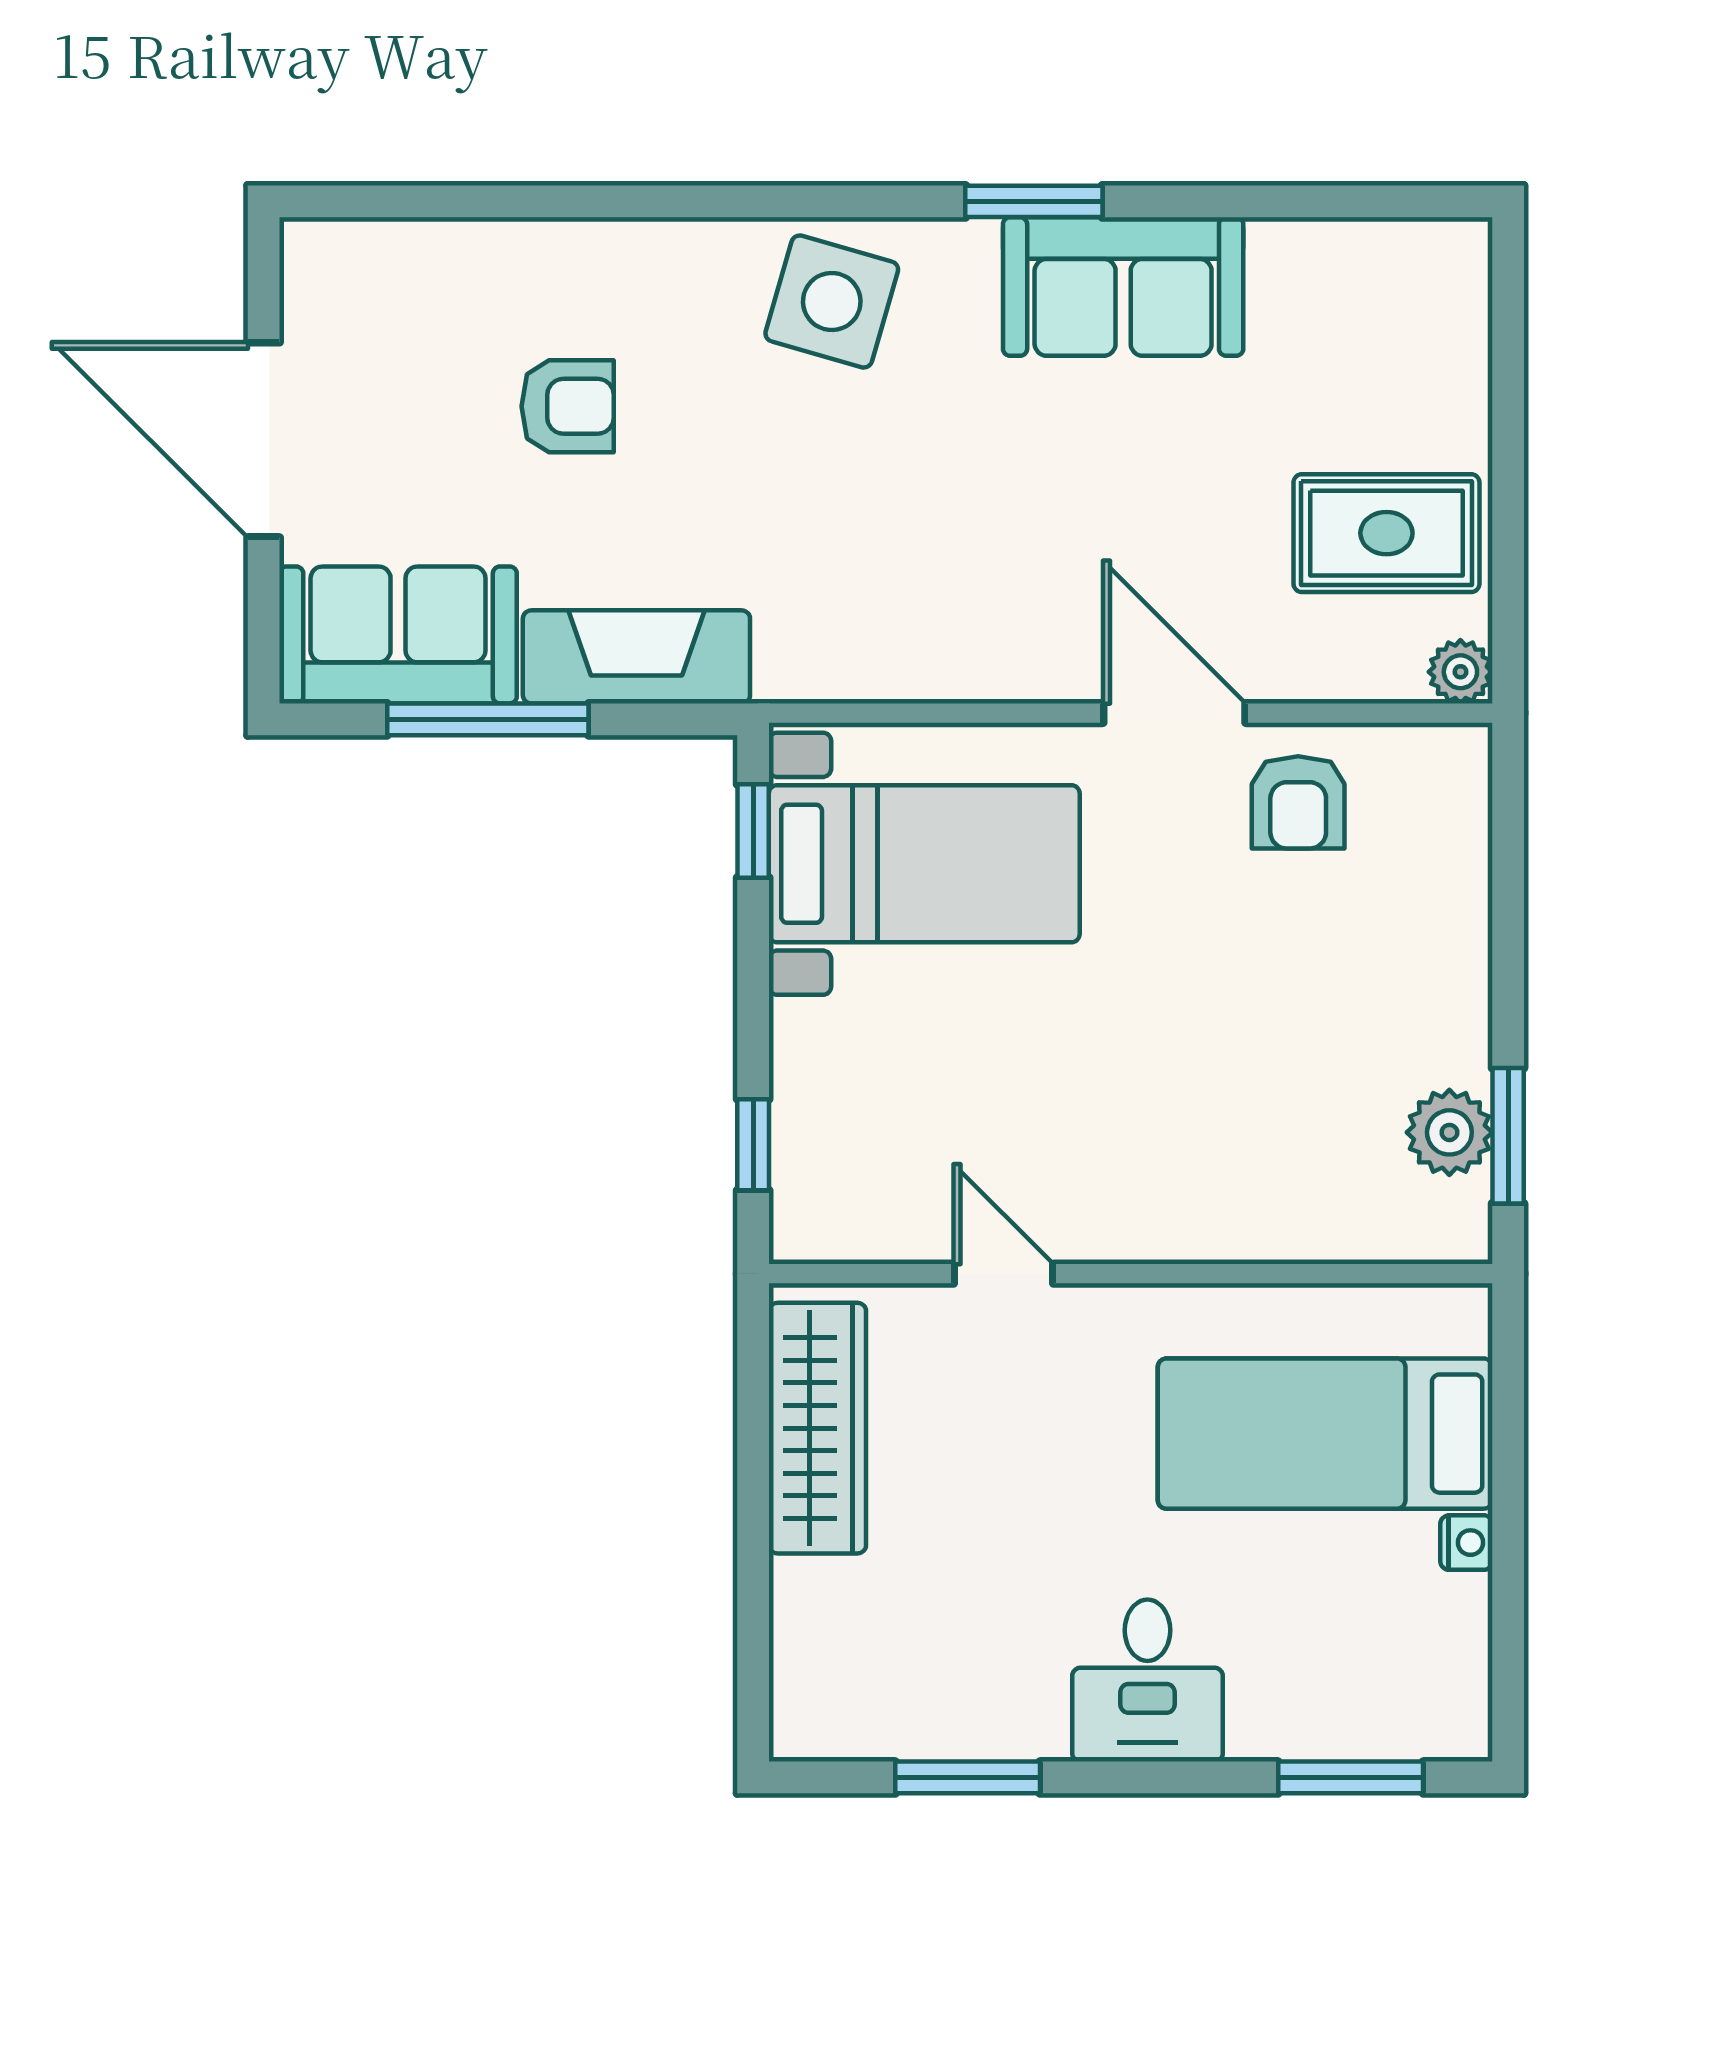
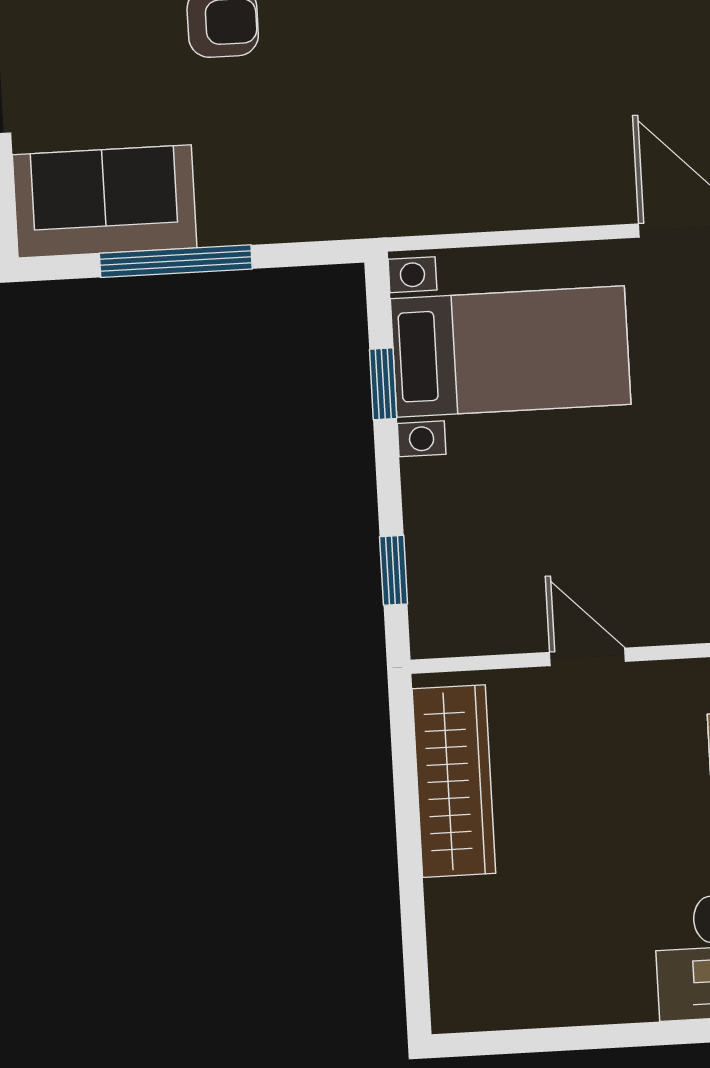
fireplace: (636, 657) -> (285, 208), removed
window: (753, 831) -> (383, 384), moved
window: (968, 1777) -> (582, 1038), removed

